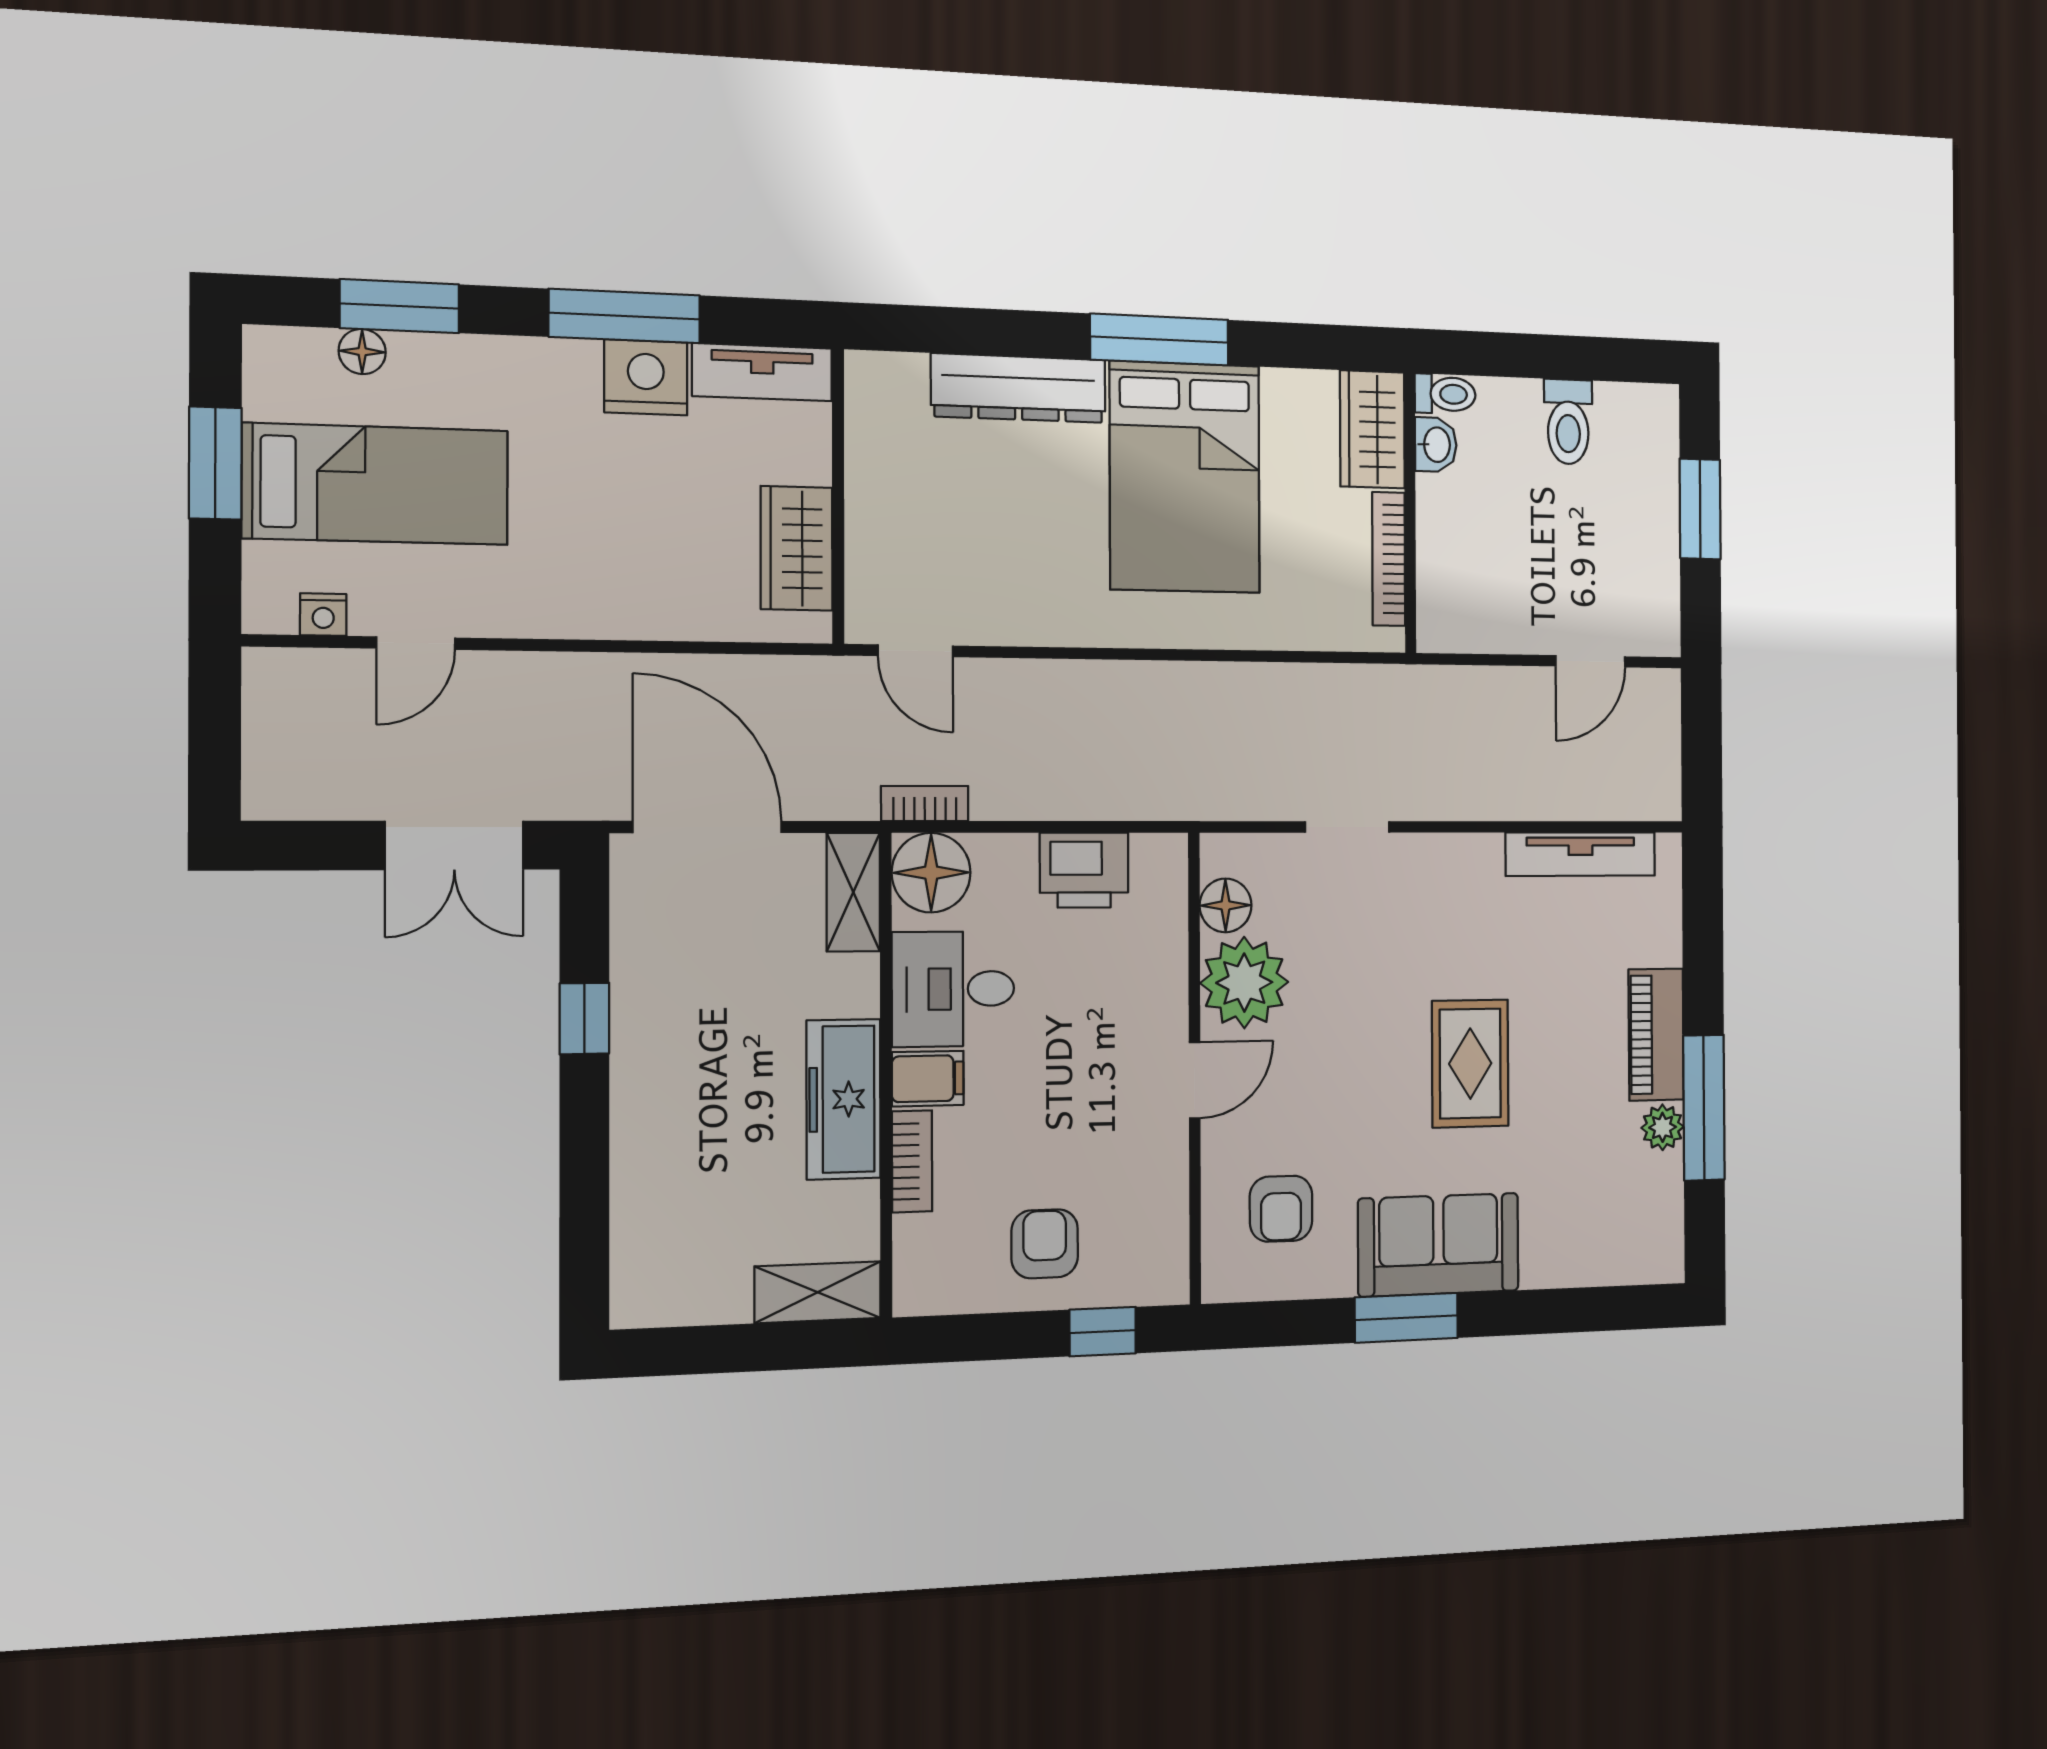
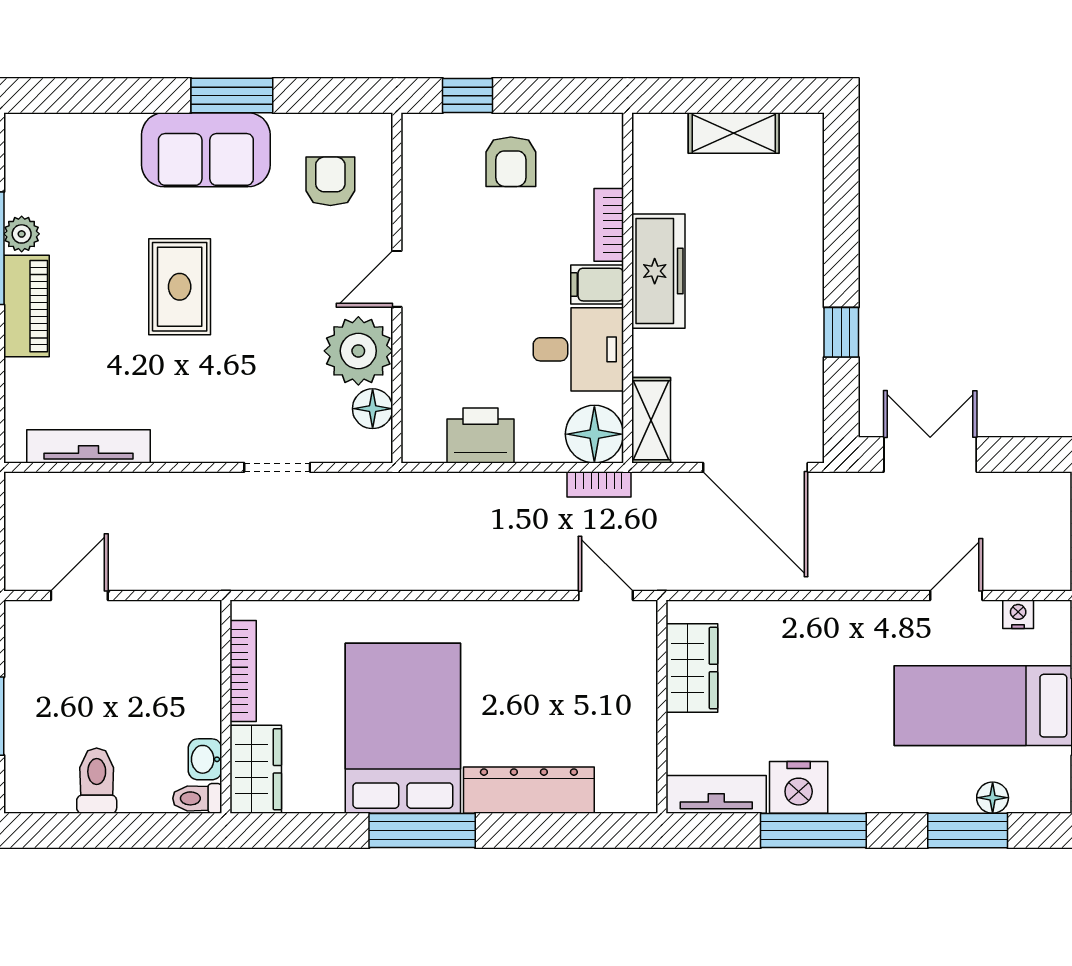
shelving: (818, 1292) -> (734, 133), moved

